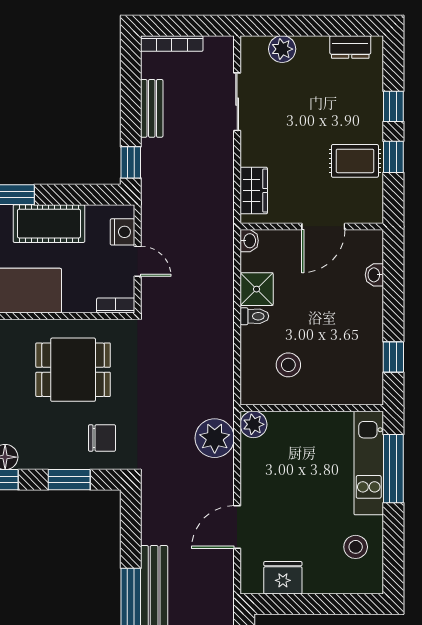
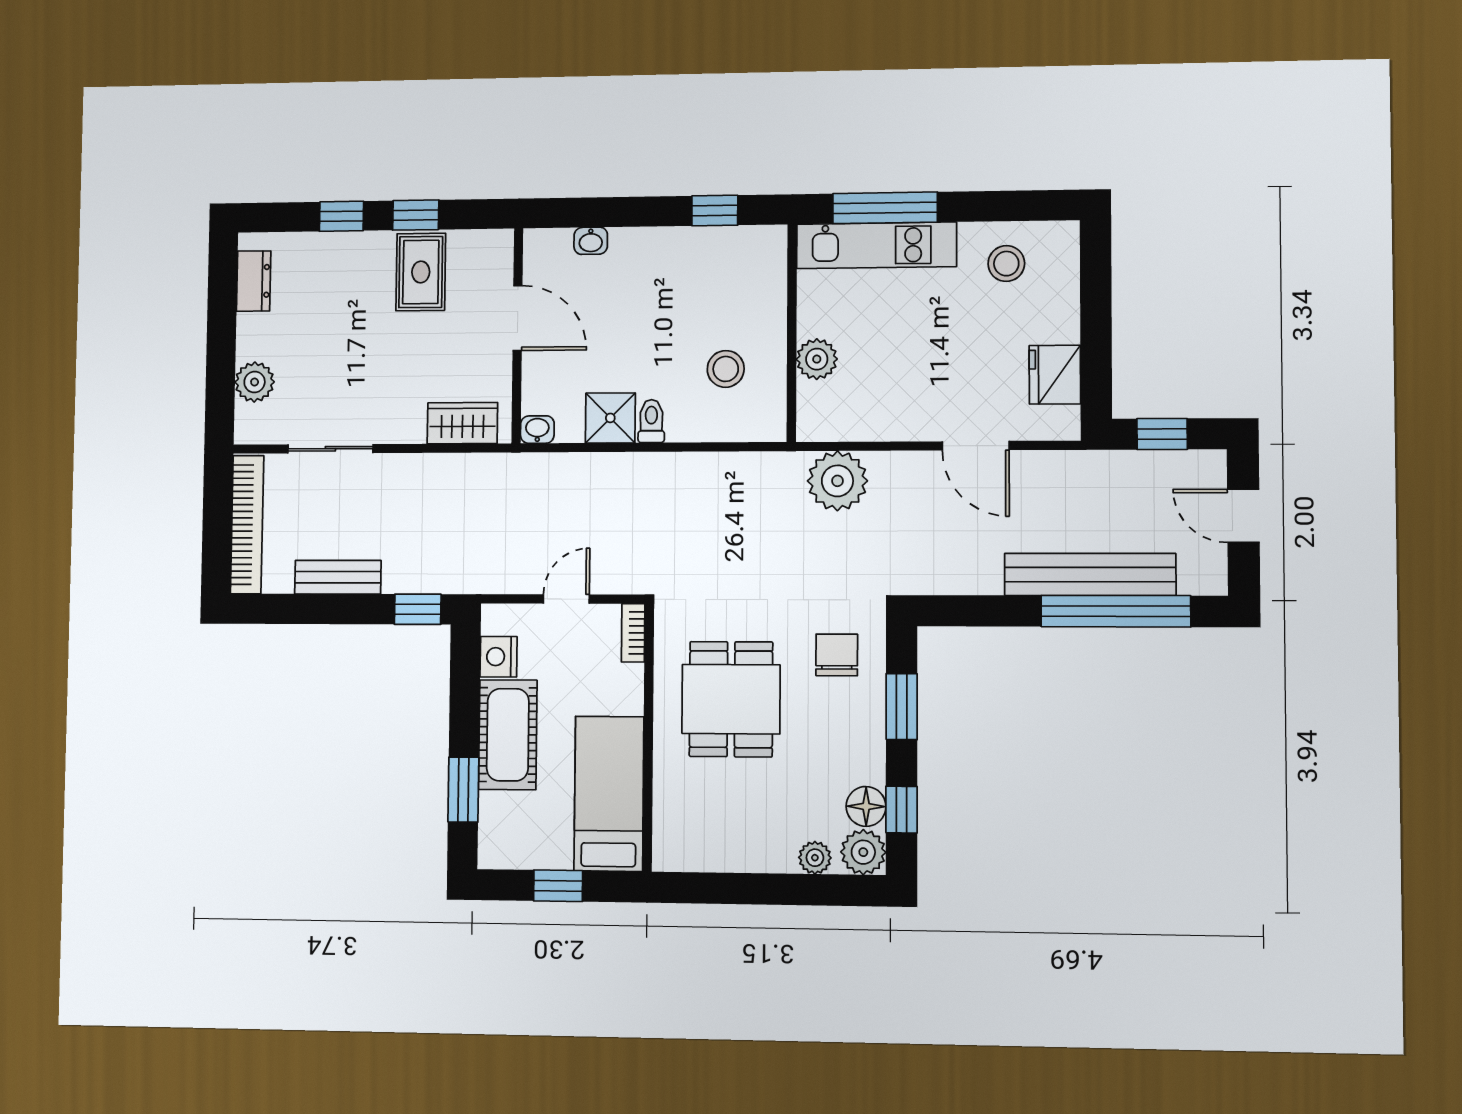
bookcase: (172, 43) -> (247, 525), width x1.48, depth x1.31
nightstand: (123, 232) -> (499, 657), moved, turned -90
plant: (254, 424) -> (817, 359), moved

